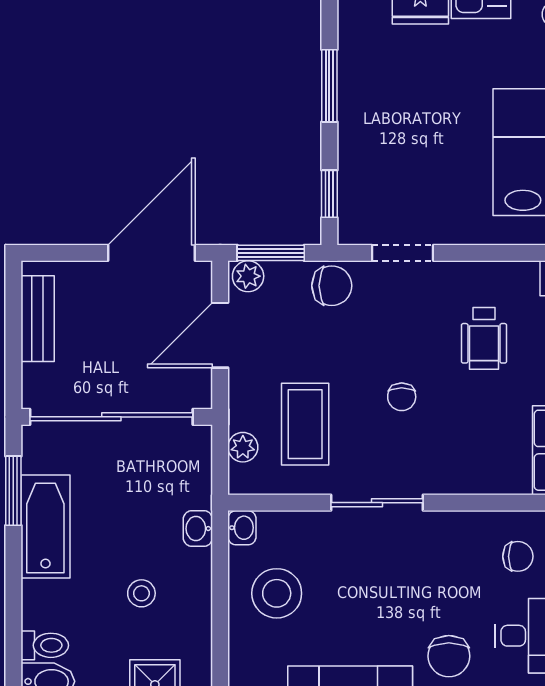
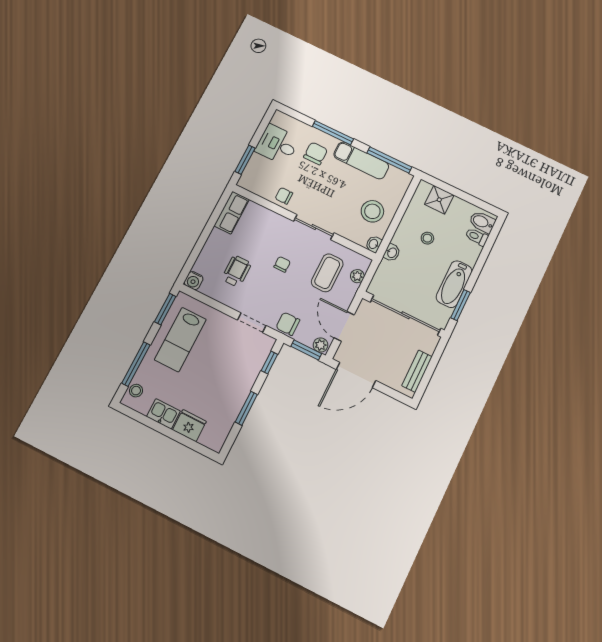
door: (220, 335) -> (344, 326), swing flipped
chair: (518, 556) -> (284, 196), moved

